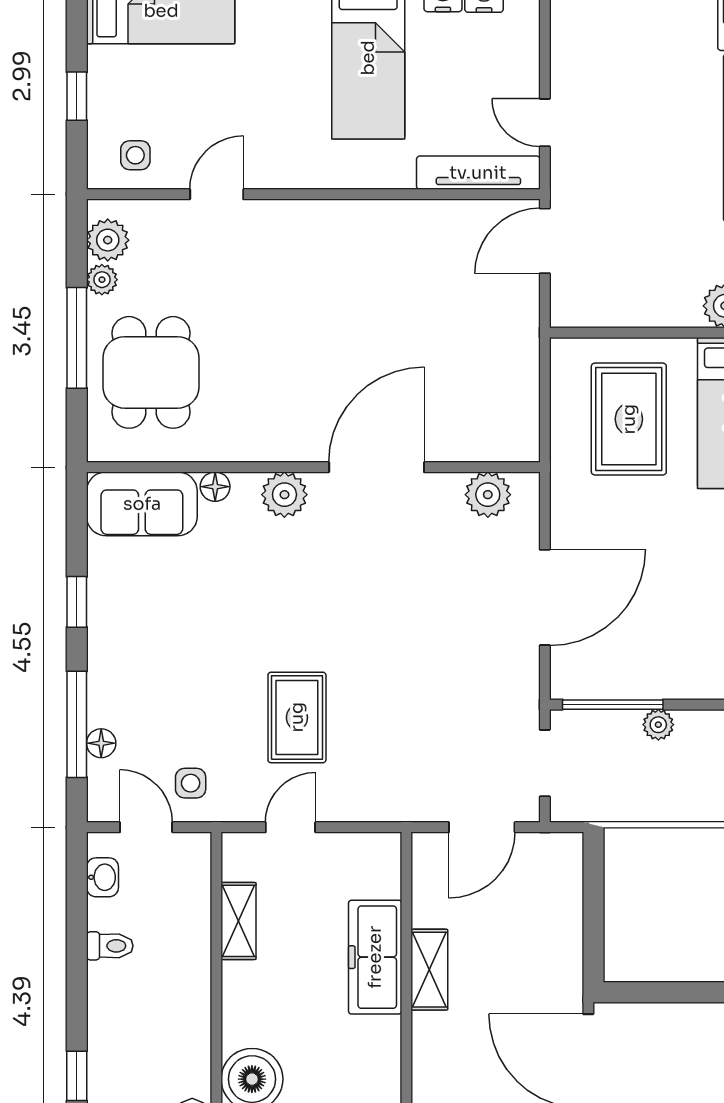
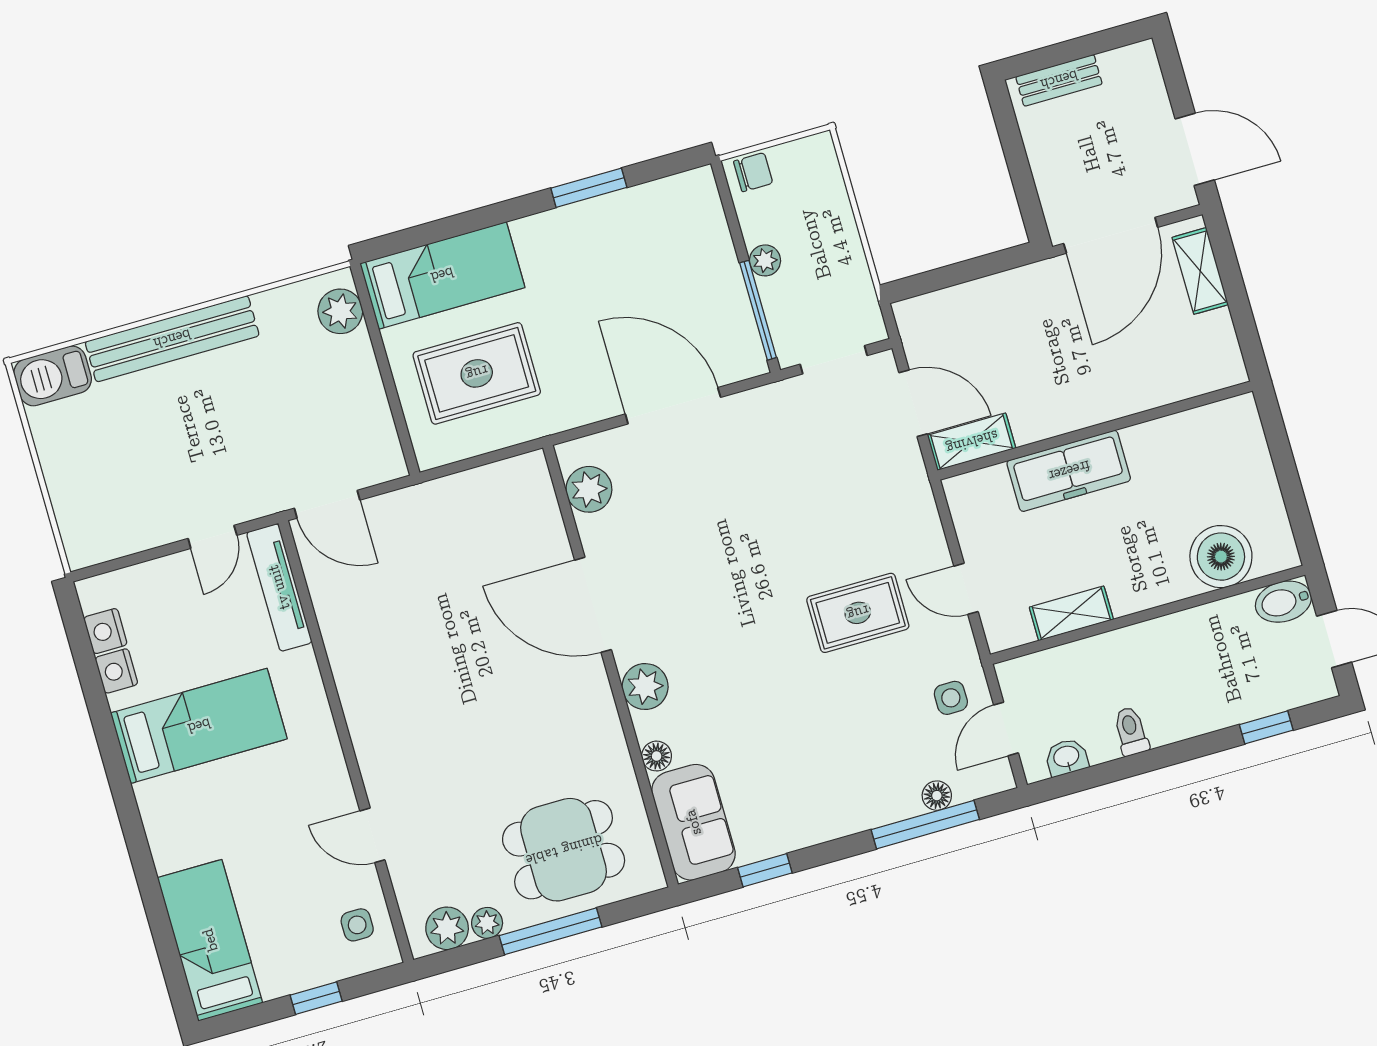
window: (77, 602) -> (765, 870), moved
shelving: (429, 970) -> (972, 442), moved

